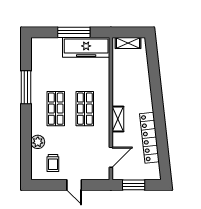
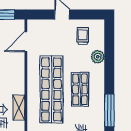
shop shelf: (85, 109) -> (51, 89), width x2.00, depth x1.36
shelving: (118, 119) -> (19, 108), moved

